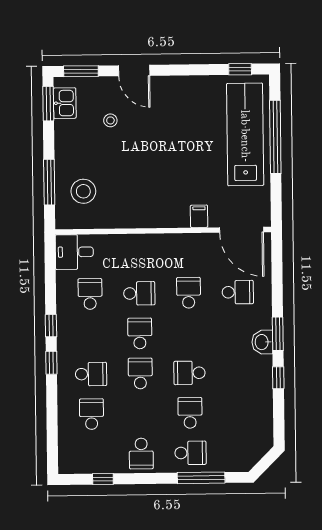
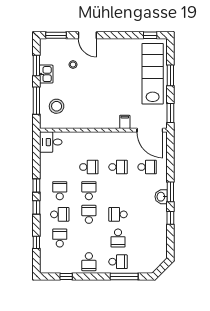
kitchen sink: (65, 103) -> (46, 74), moved
window: (48, 104) -> (36, 65), moved
window: (275, 137) -> (170, 75), width x0.47
window: (276, 200) -> (170, 113), added
school desk: (189, 293) -> (118, 167), turned 90
school desk: (90, 294) -> (60, 191), moved
school desk: (190, 413) -> (118, 238), turned 180
window: (52, 422) -> (36, 242), added

